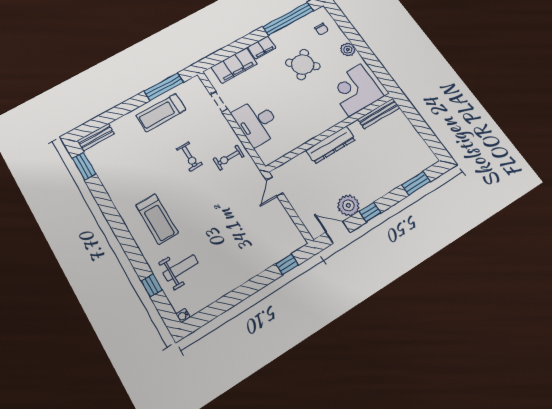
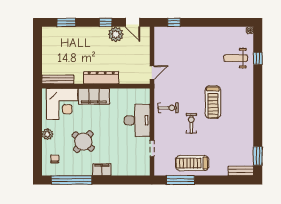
filing cabinet: (234, 65) -> (94, 96), moved, turned 180
treadmill: (161, 113) -> (192, 163), turned 180
treadmill: (157, 219) -> (213, 102), moved, turned 180

